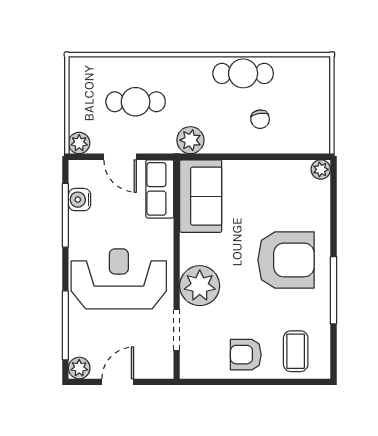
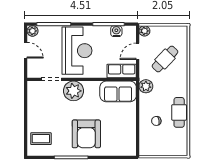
cafe table: (136, 102) -> (165, 59), turned 44
plant: (321, 169) -> (131, 151), removed
armchair: (246, 355) -> (39, 114), removed

